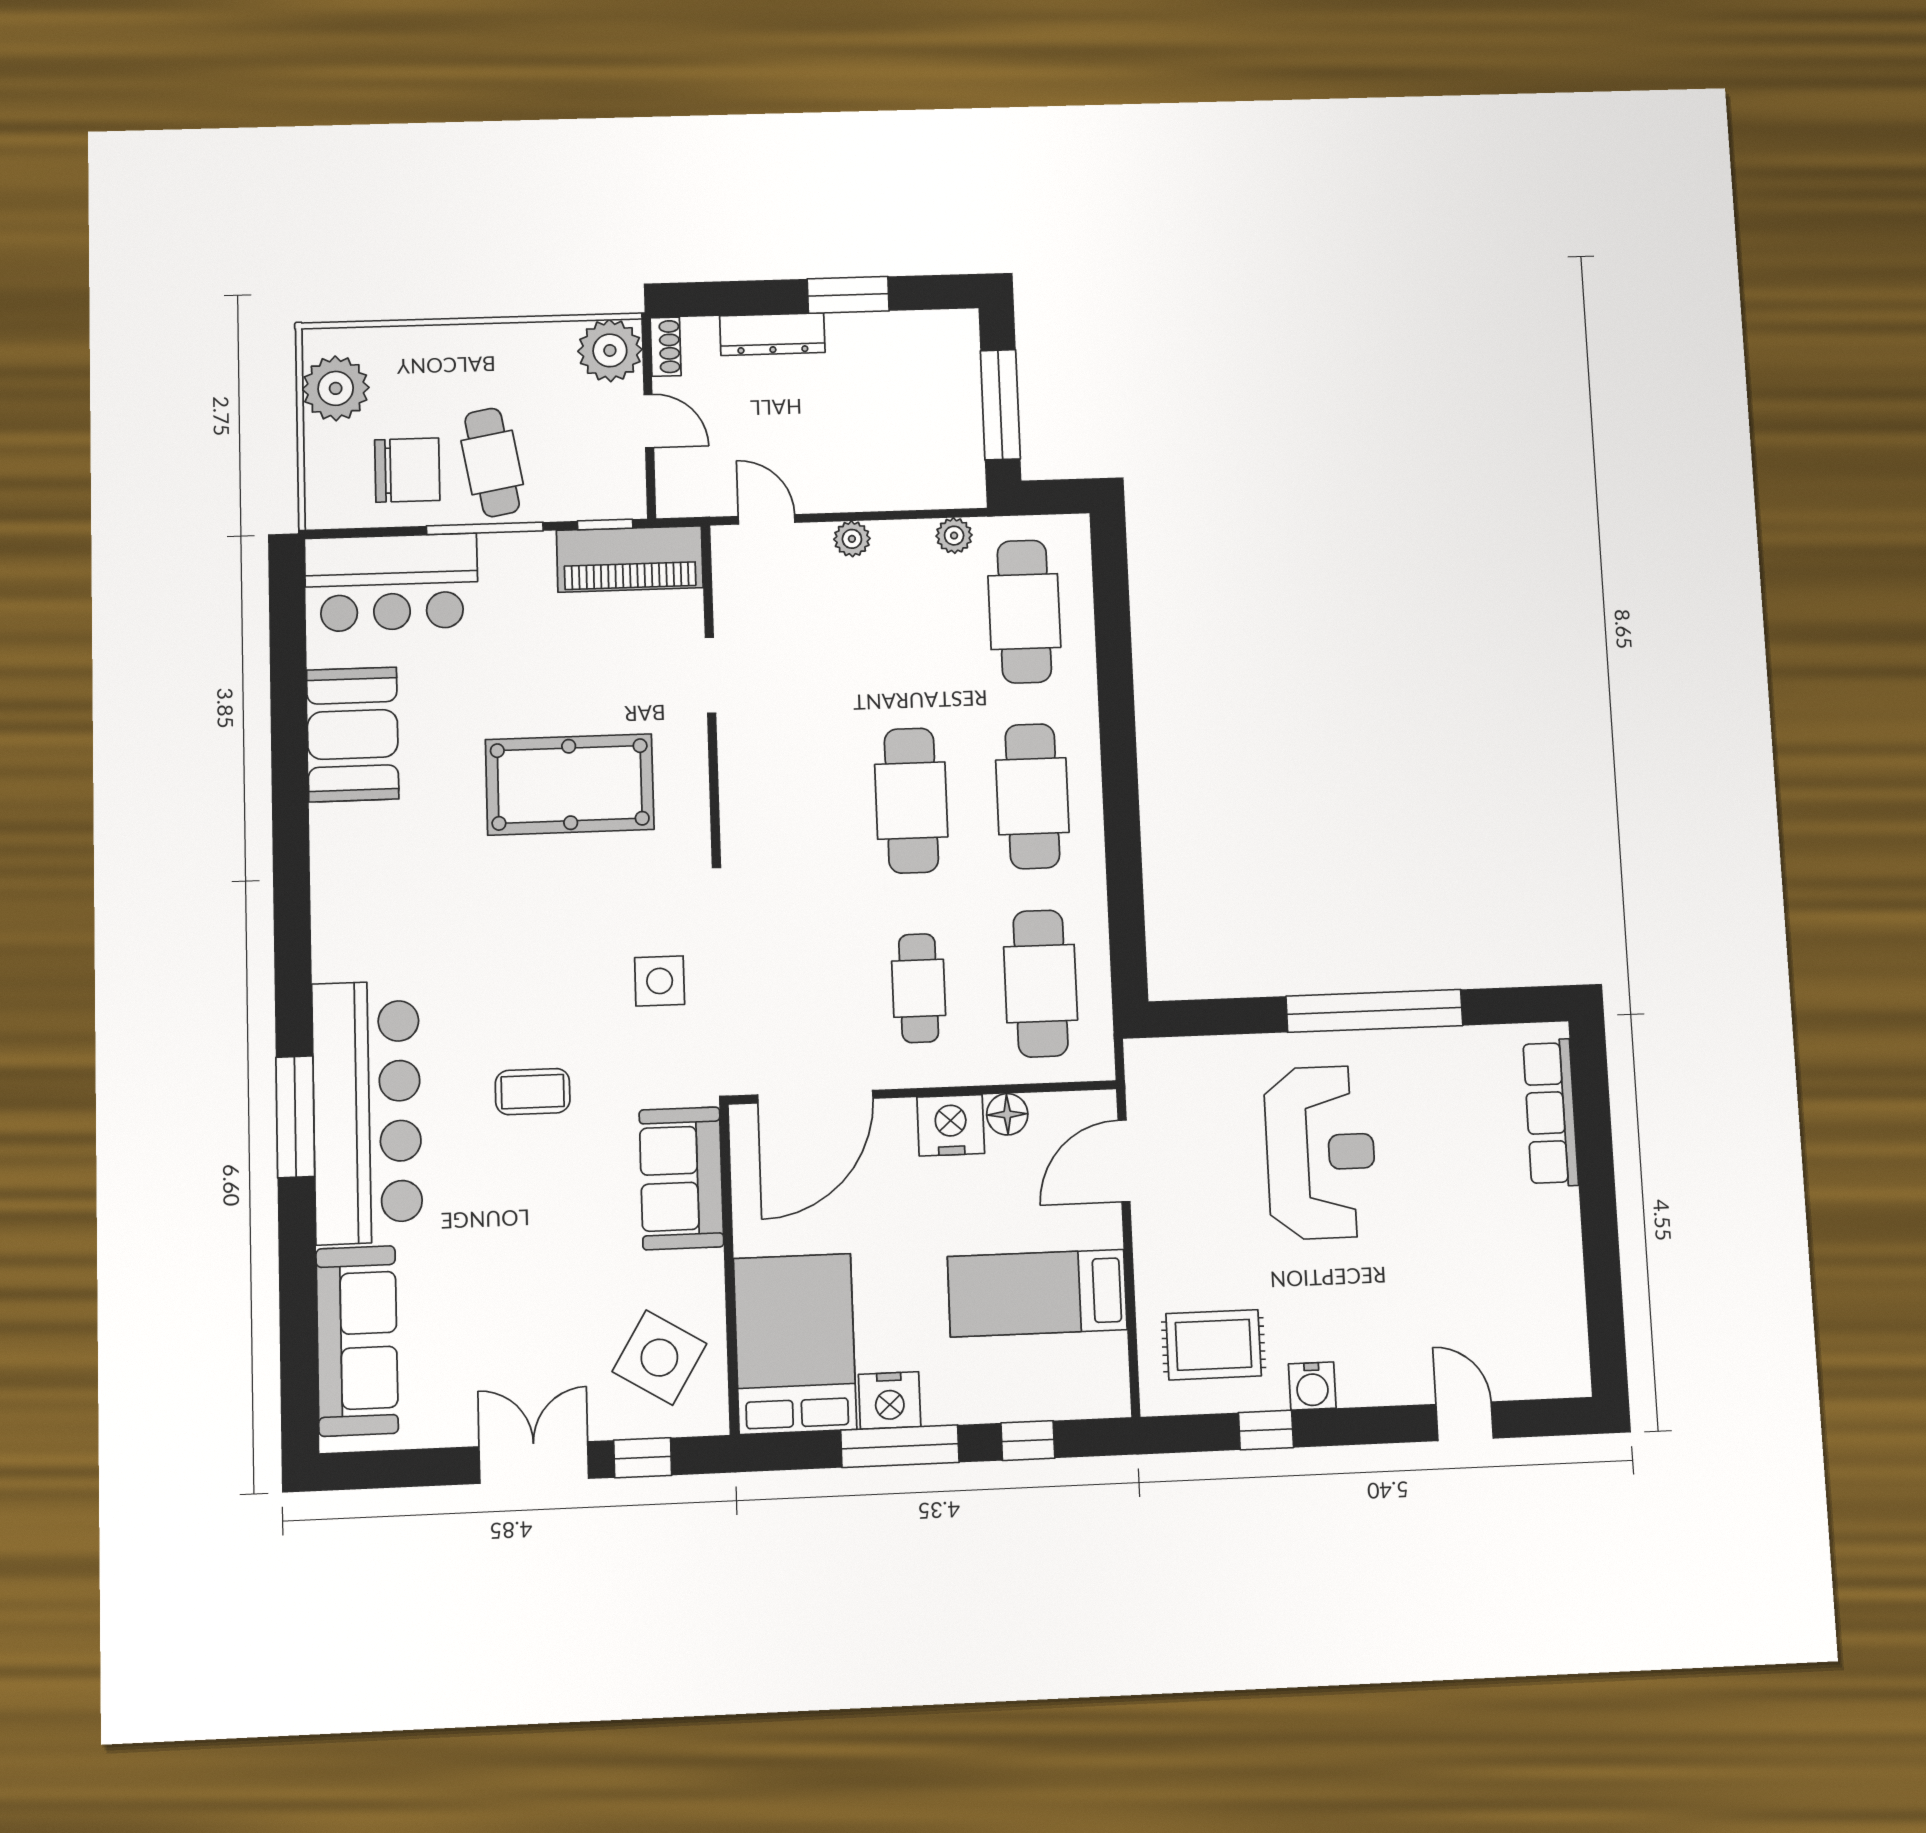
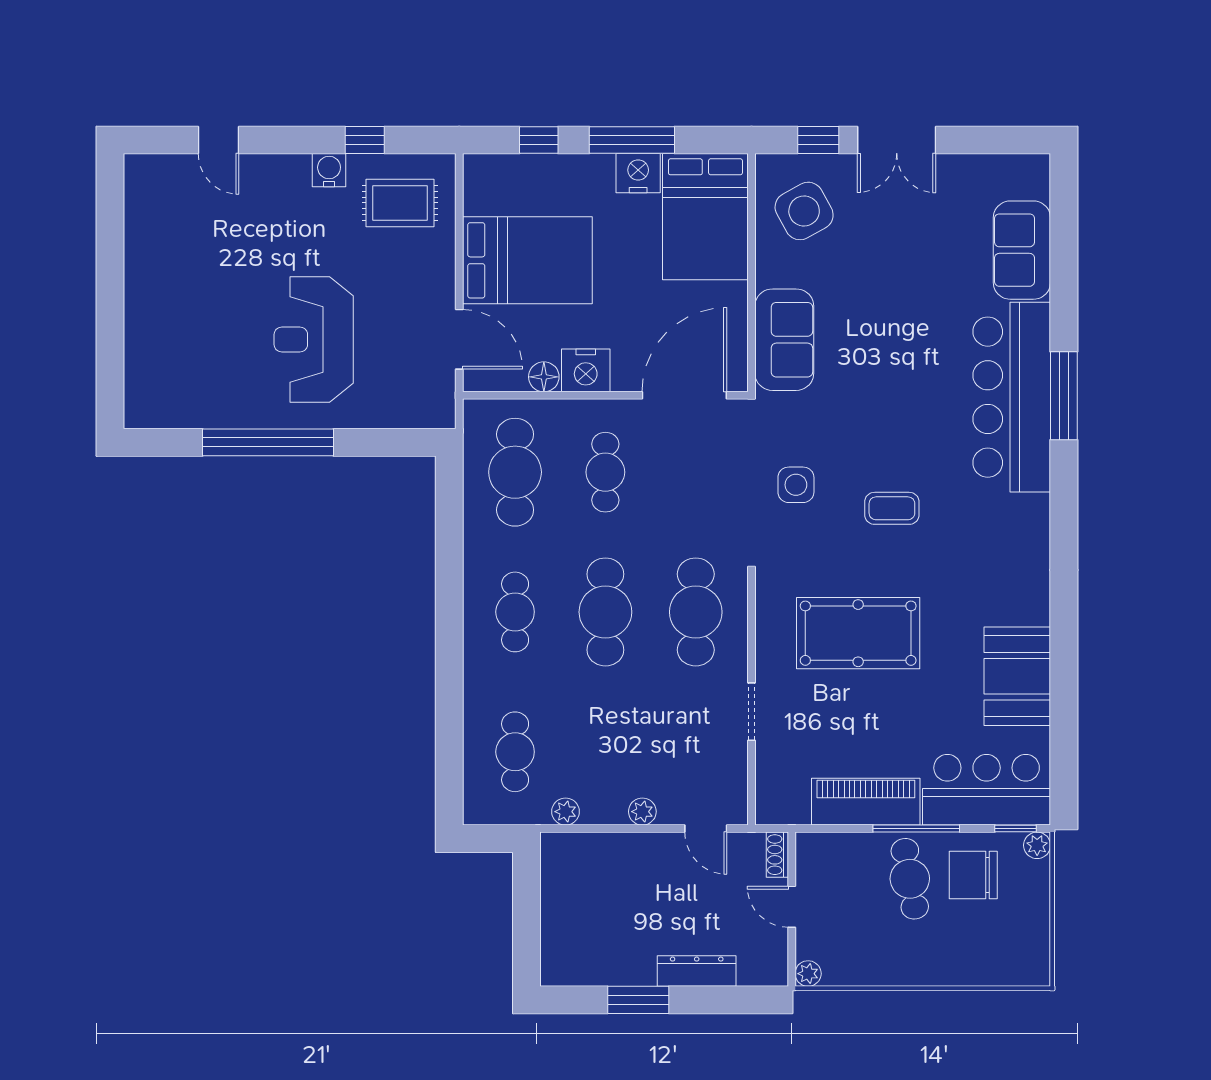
shoe rack: (666, 347) -> (777, 855), moved
plant: (610, 350) -> (808, 974), width x0.53, depth x0.53
plant: (336, 388) -> (1037, 845), moved, width x0.53, depth x0.53
window: (1000, 405) -> (526, 911), removed
window: (605, 524) -> (1016, 829), moved
piano: (630, 559) -> (866, 802), moved
cafe table: (1024, 612) -> (515, 752), width x0.73, depth x0.74
cafe table: (1032, 796) -> (515, 612), width x0.73, depth x0.74
cafe table: (790, 805) -> (696, 612), added
coffee table: (533, 1092) -> (892, 508), moved
row of seats: (1551, 1113) -> (141, 362), removed
door: (1124, 1161) -> (459, 339), hinge flipped
bed: (1037, 1293) -> (527, 260), width x1.50
sofa: (357, 1341) -> (1022, 250), width x0.73
side table: (659, 1358) -> (804, 211), turned 30

